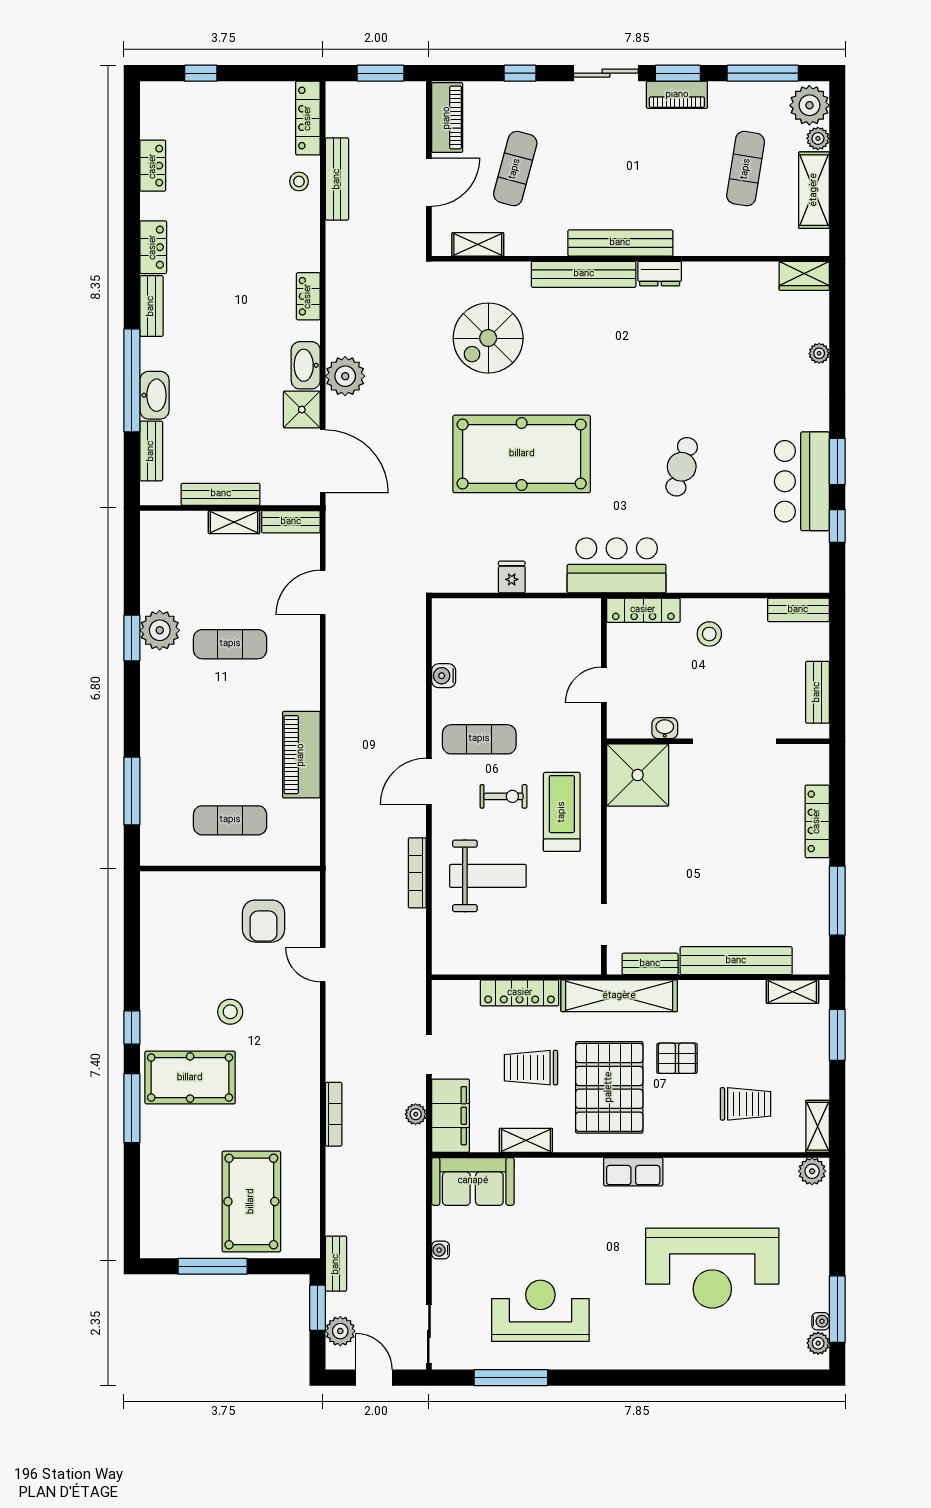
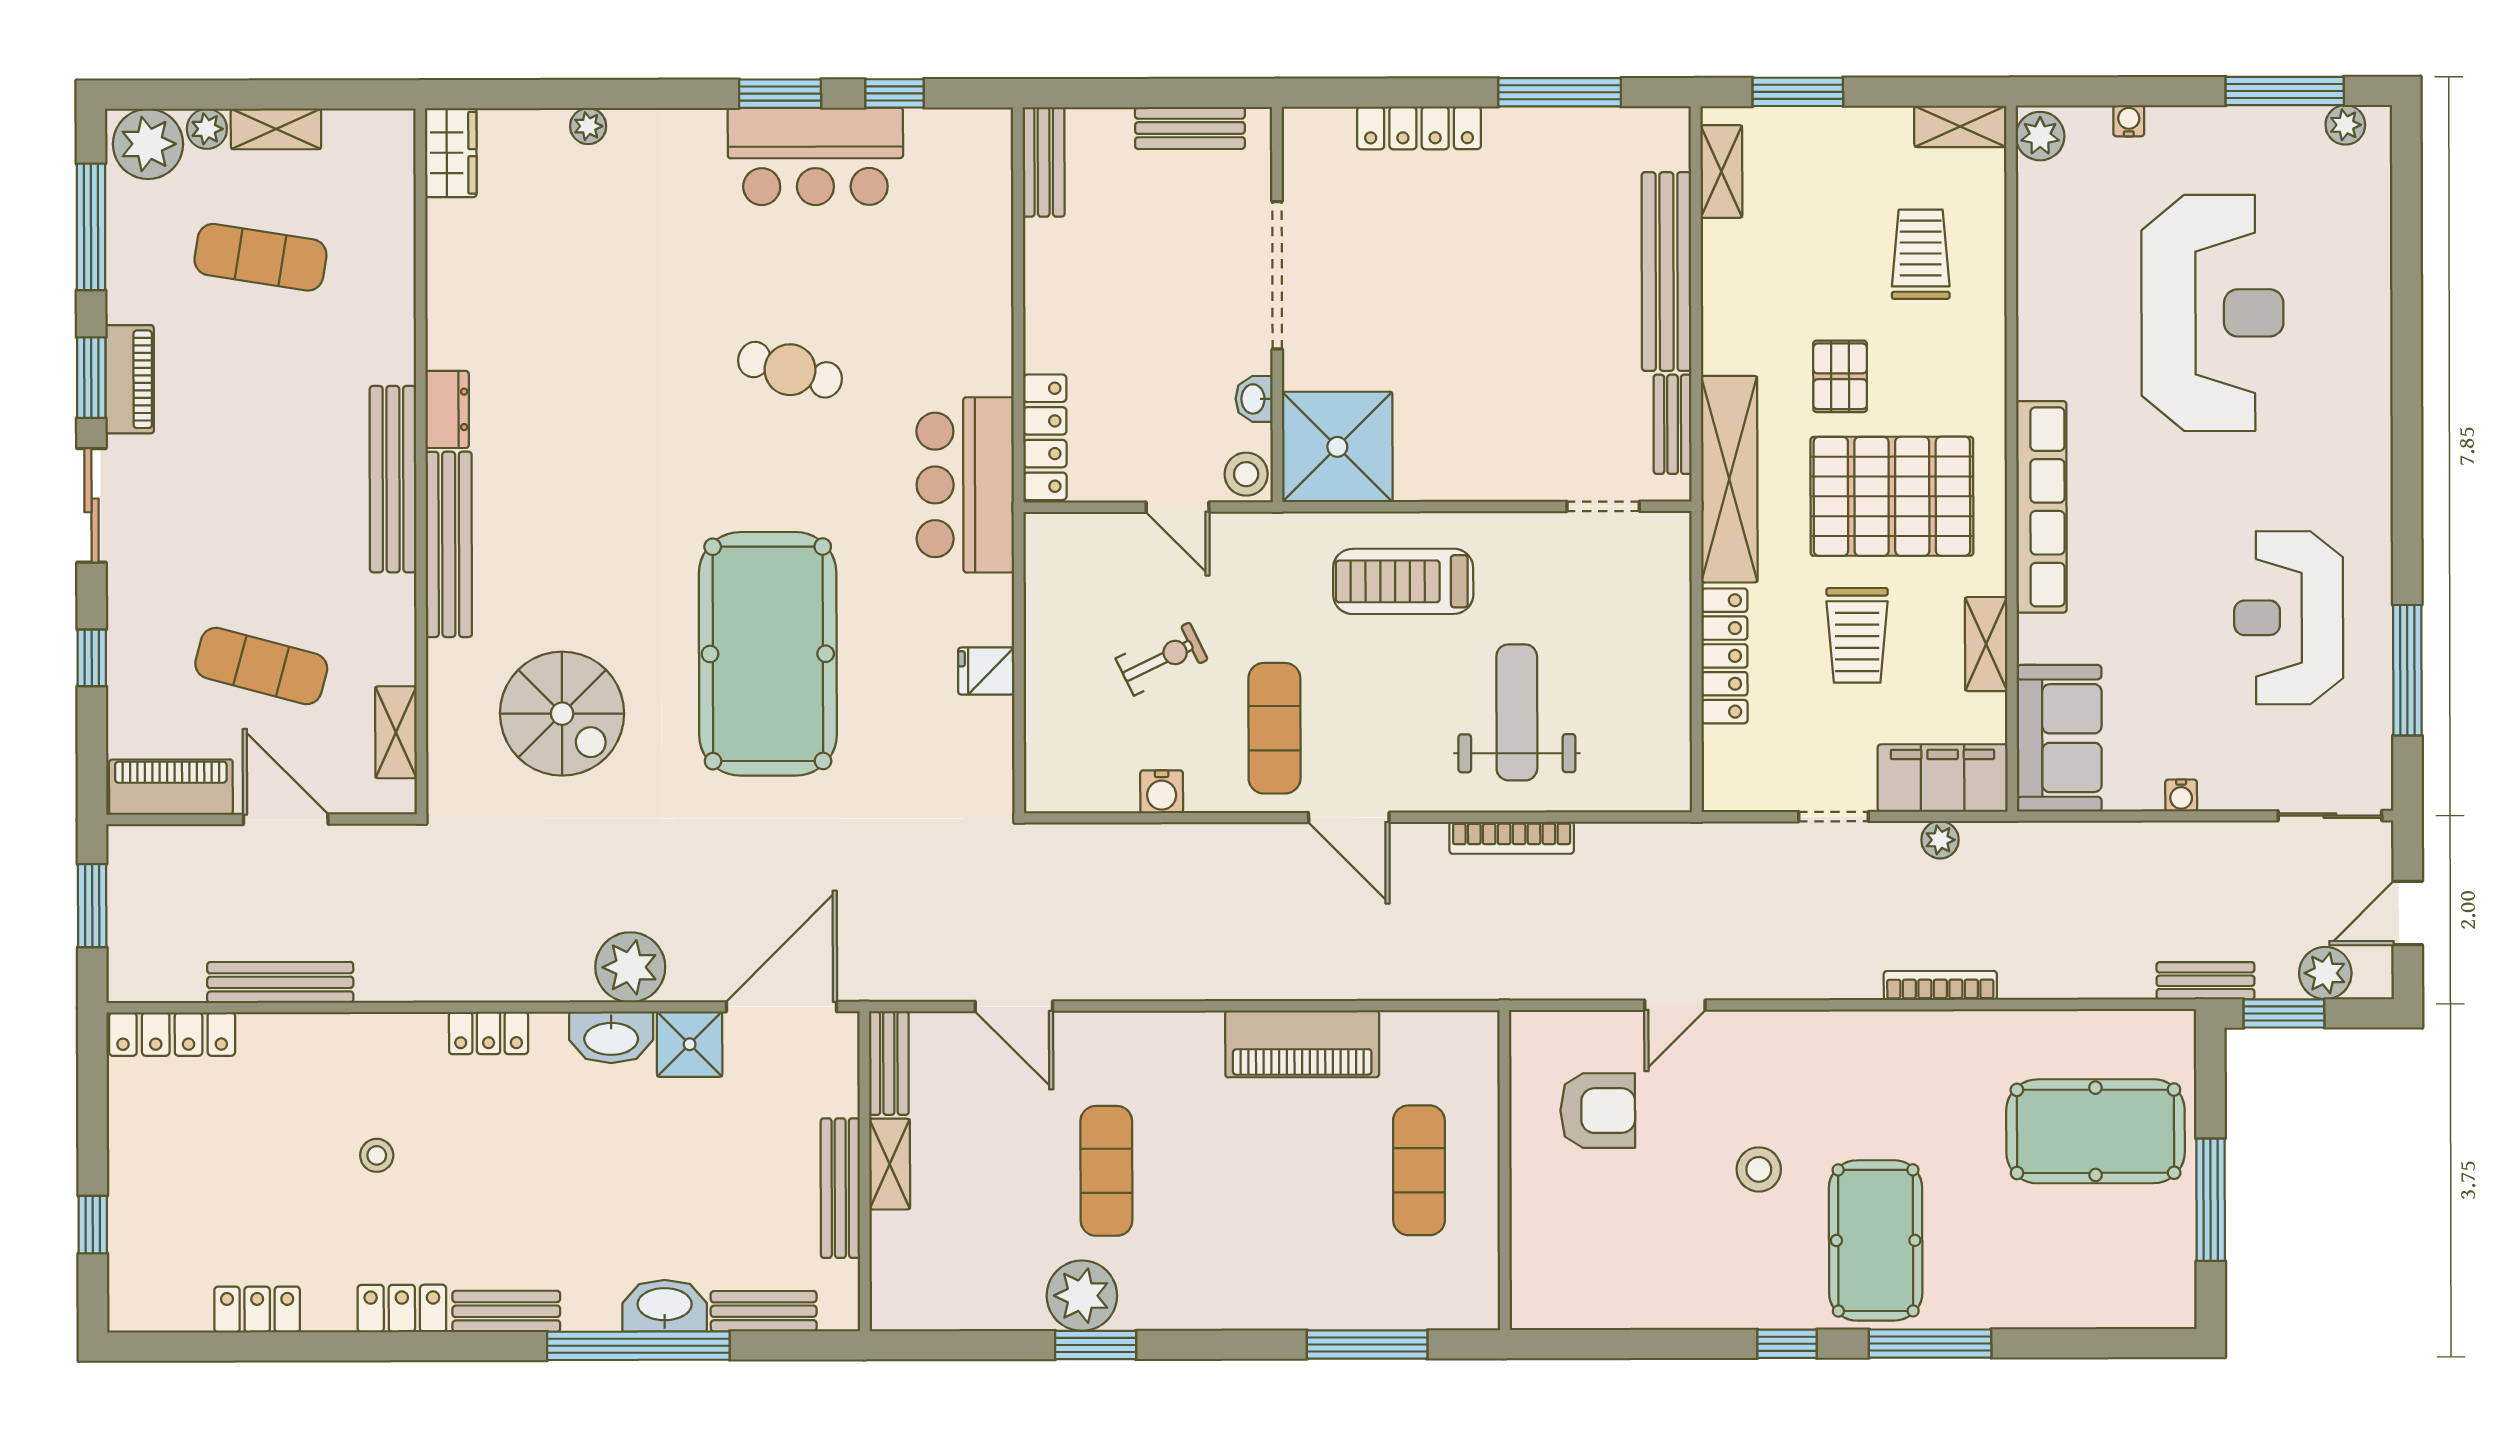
stool: (299, 181) -> (377, 1155), moved
shelving: (814, 190) -> (276, 129), width x0.67, depth x0.75
stool: (709, 634) -> (1246, 474), moved
exercise bike: (504, 796) -> (1162, 659), moved, turned 64
row of seats: (633, 1172) -> (2041, 507), width x2.02
water cooler: (821, 1321) -> (2129, 121), moved

